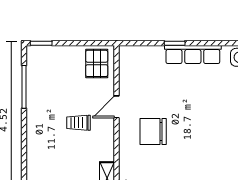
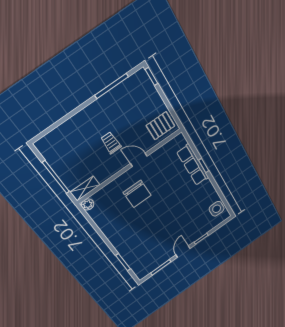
row of seats: (193, 55) -> (193, 165), moved
chair: (153, 132) -> (137, 194), turned 180

